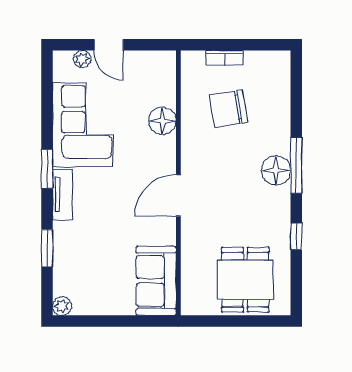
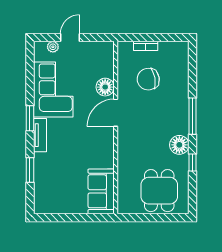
door: (109, 45) -> (70, 37), swing flipped
floor lamp: (276, 170) -> (179, 145), moved
door: (178, 195) -> (116, 113), moved
plant: (62, 306) -> (40, 208), removed

